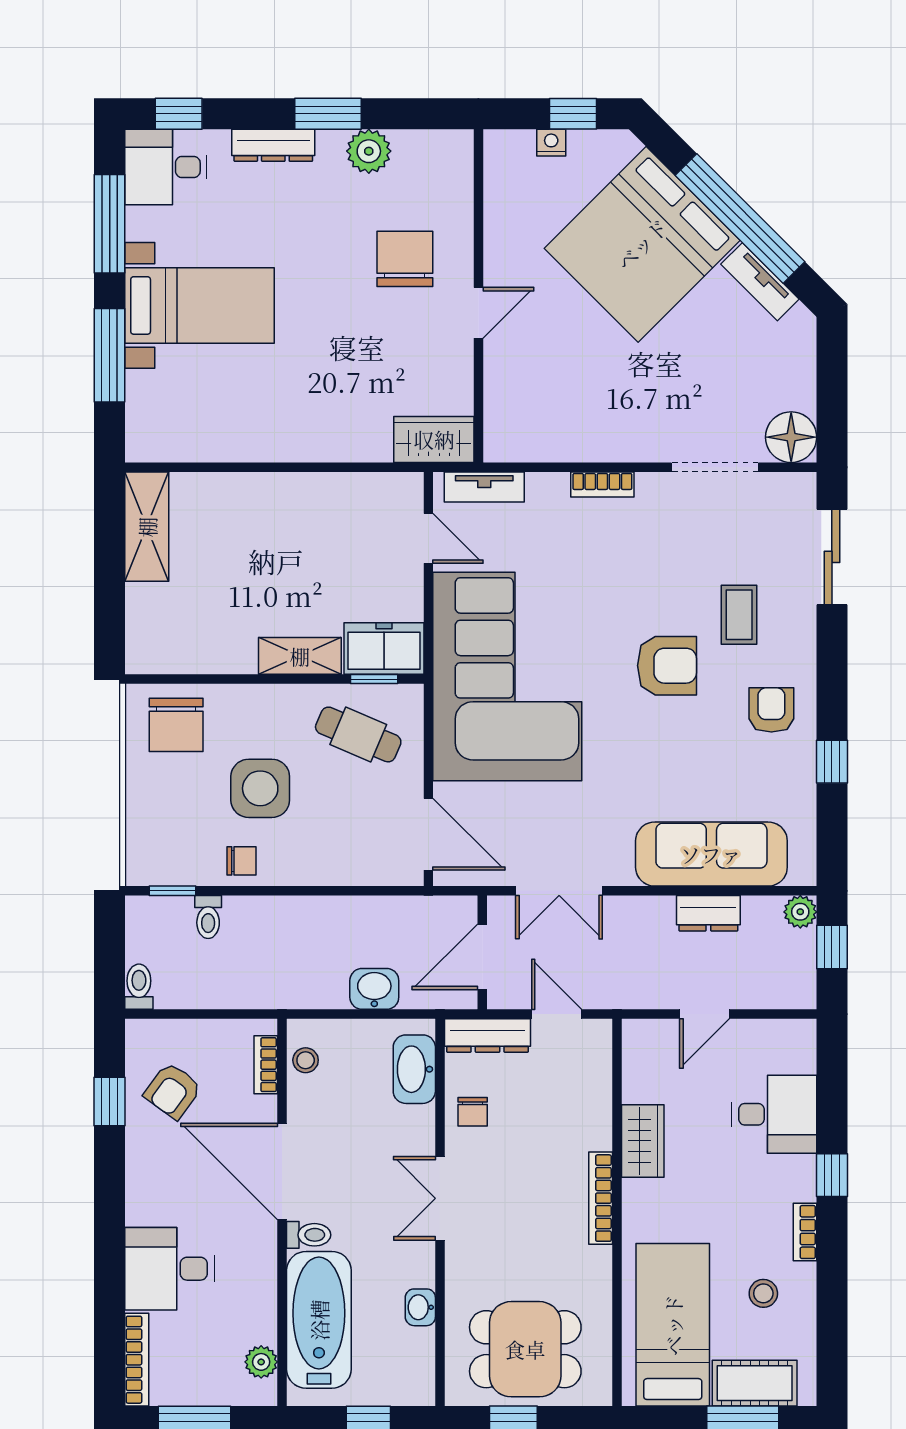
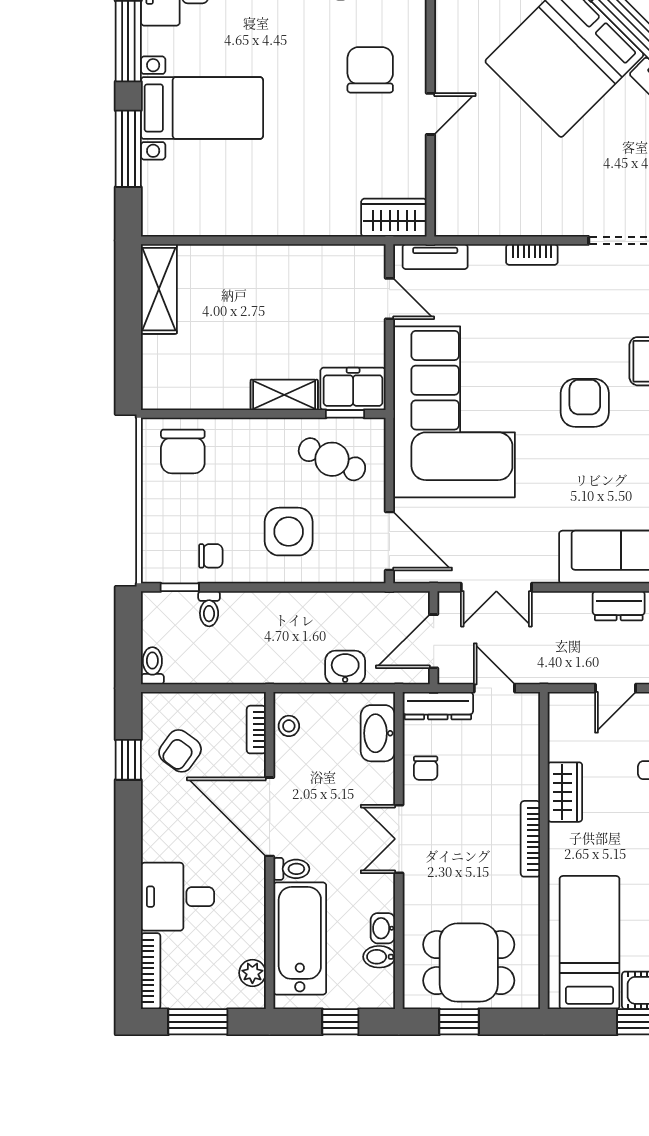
armchair: (667, 666) -> (585, 403), turned -90
side table: (260, 788) -> (289, 532), moved
chair: (241, 861) -> (211, 556), moved
bidet: (416, 1342) -> (379, 957), added

